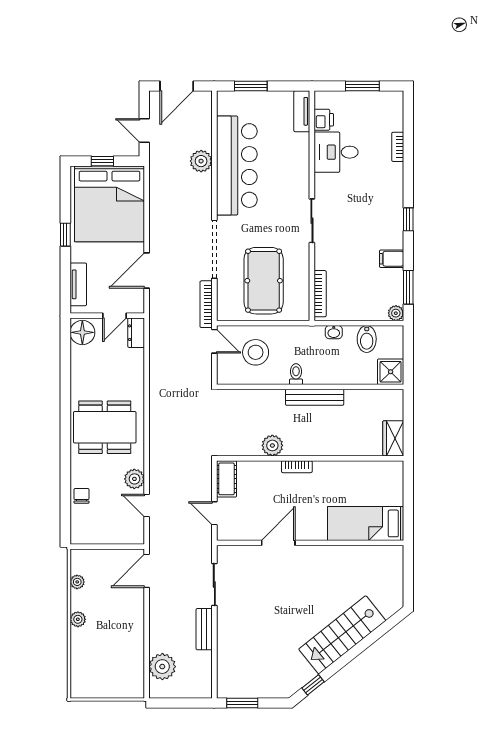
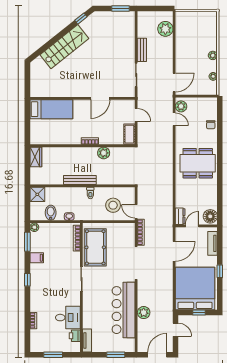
pool table: (264, 281) -> (95, 247), moved
plant: (134, 479) -> (181, 106), moved

